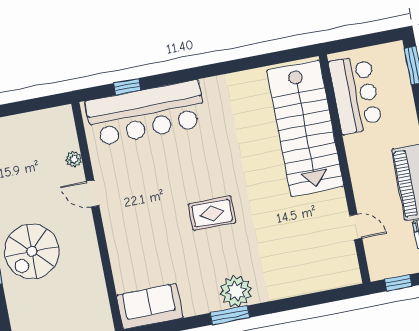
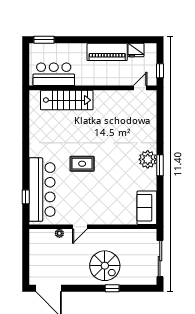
stairs: (305, 128) -> (67, 100), width x0.73, depth x0.66
rug: (212, 213) -> (82, 164), moved, turned 90
door: (356, 227) -> (140, 88), moved

